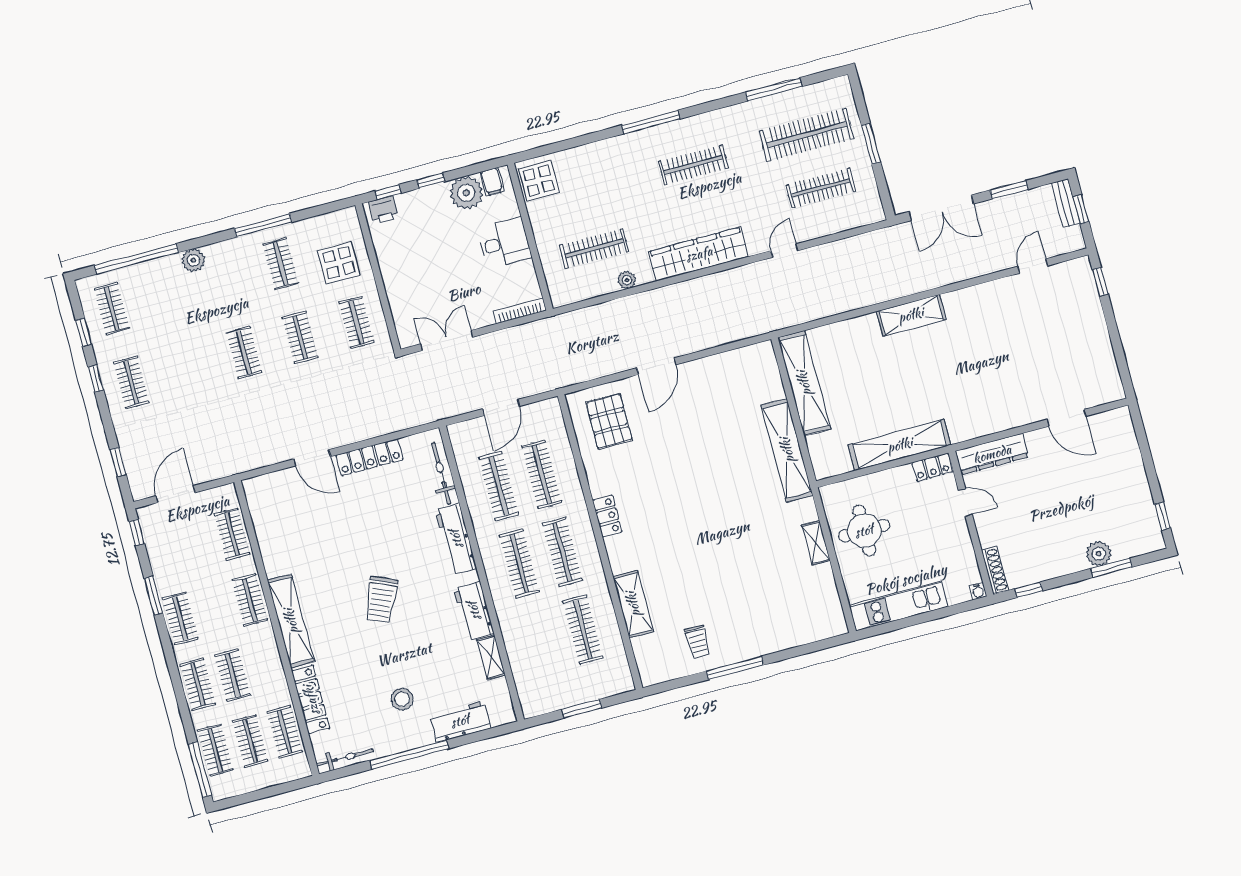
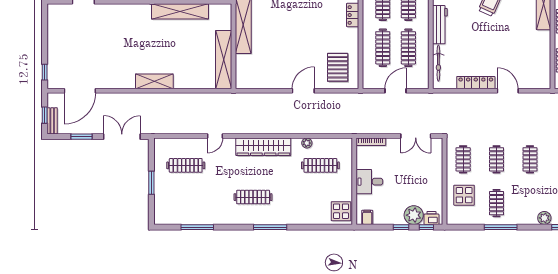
clothes rail: (807, 135) -> (186, 197), removed
plant: (466, 193) -> (414, 215), moved
door: (1033, 266) -> (80, 91), width x1.88

